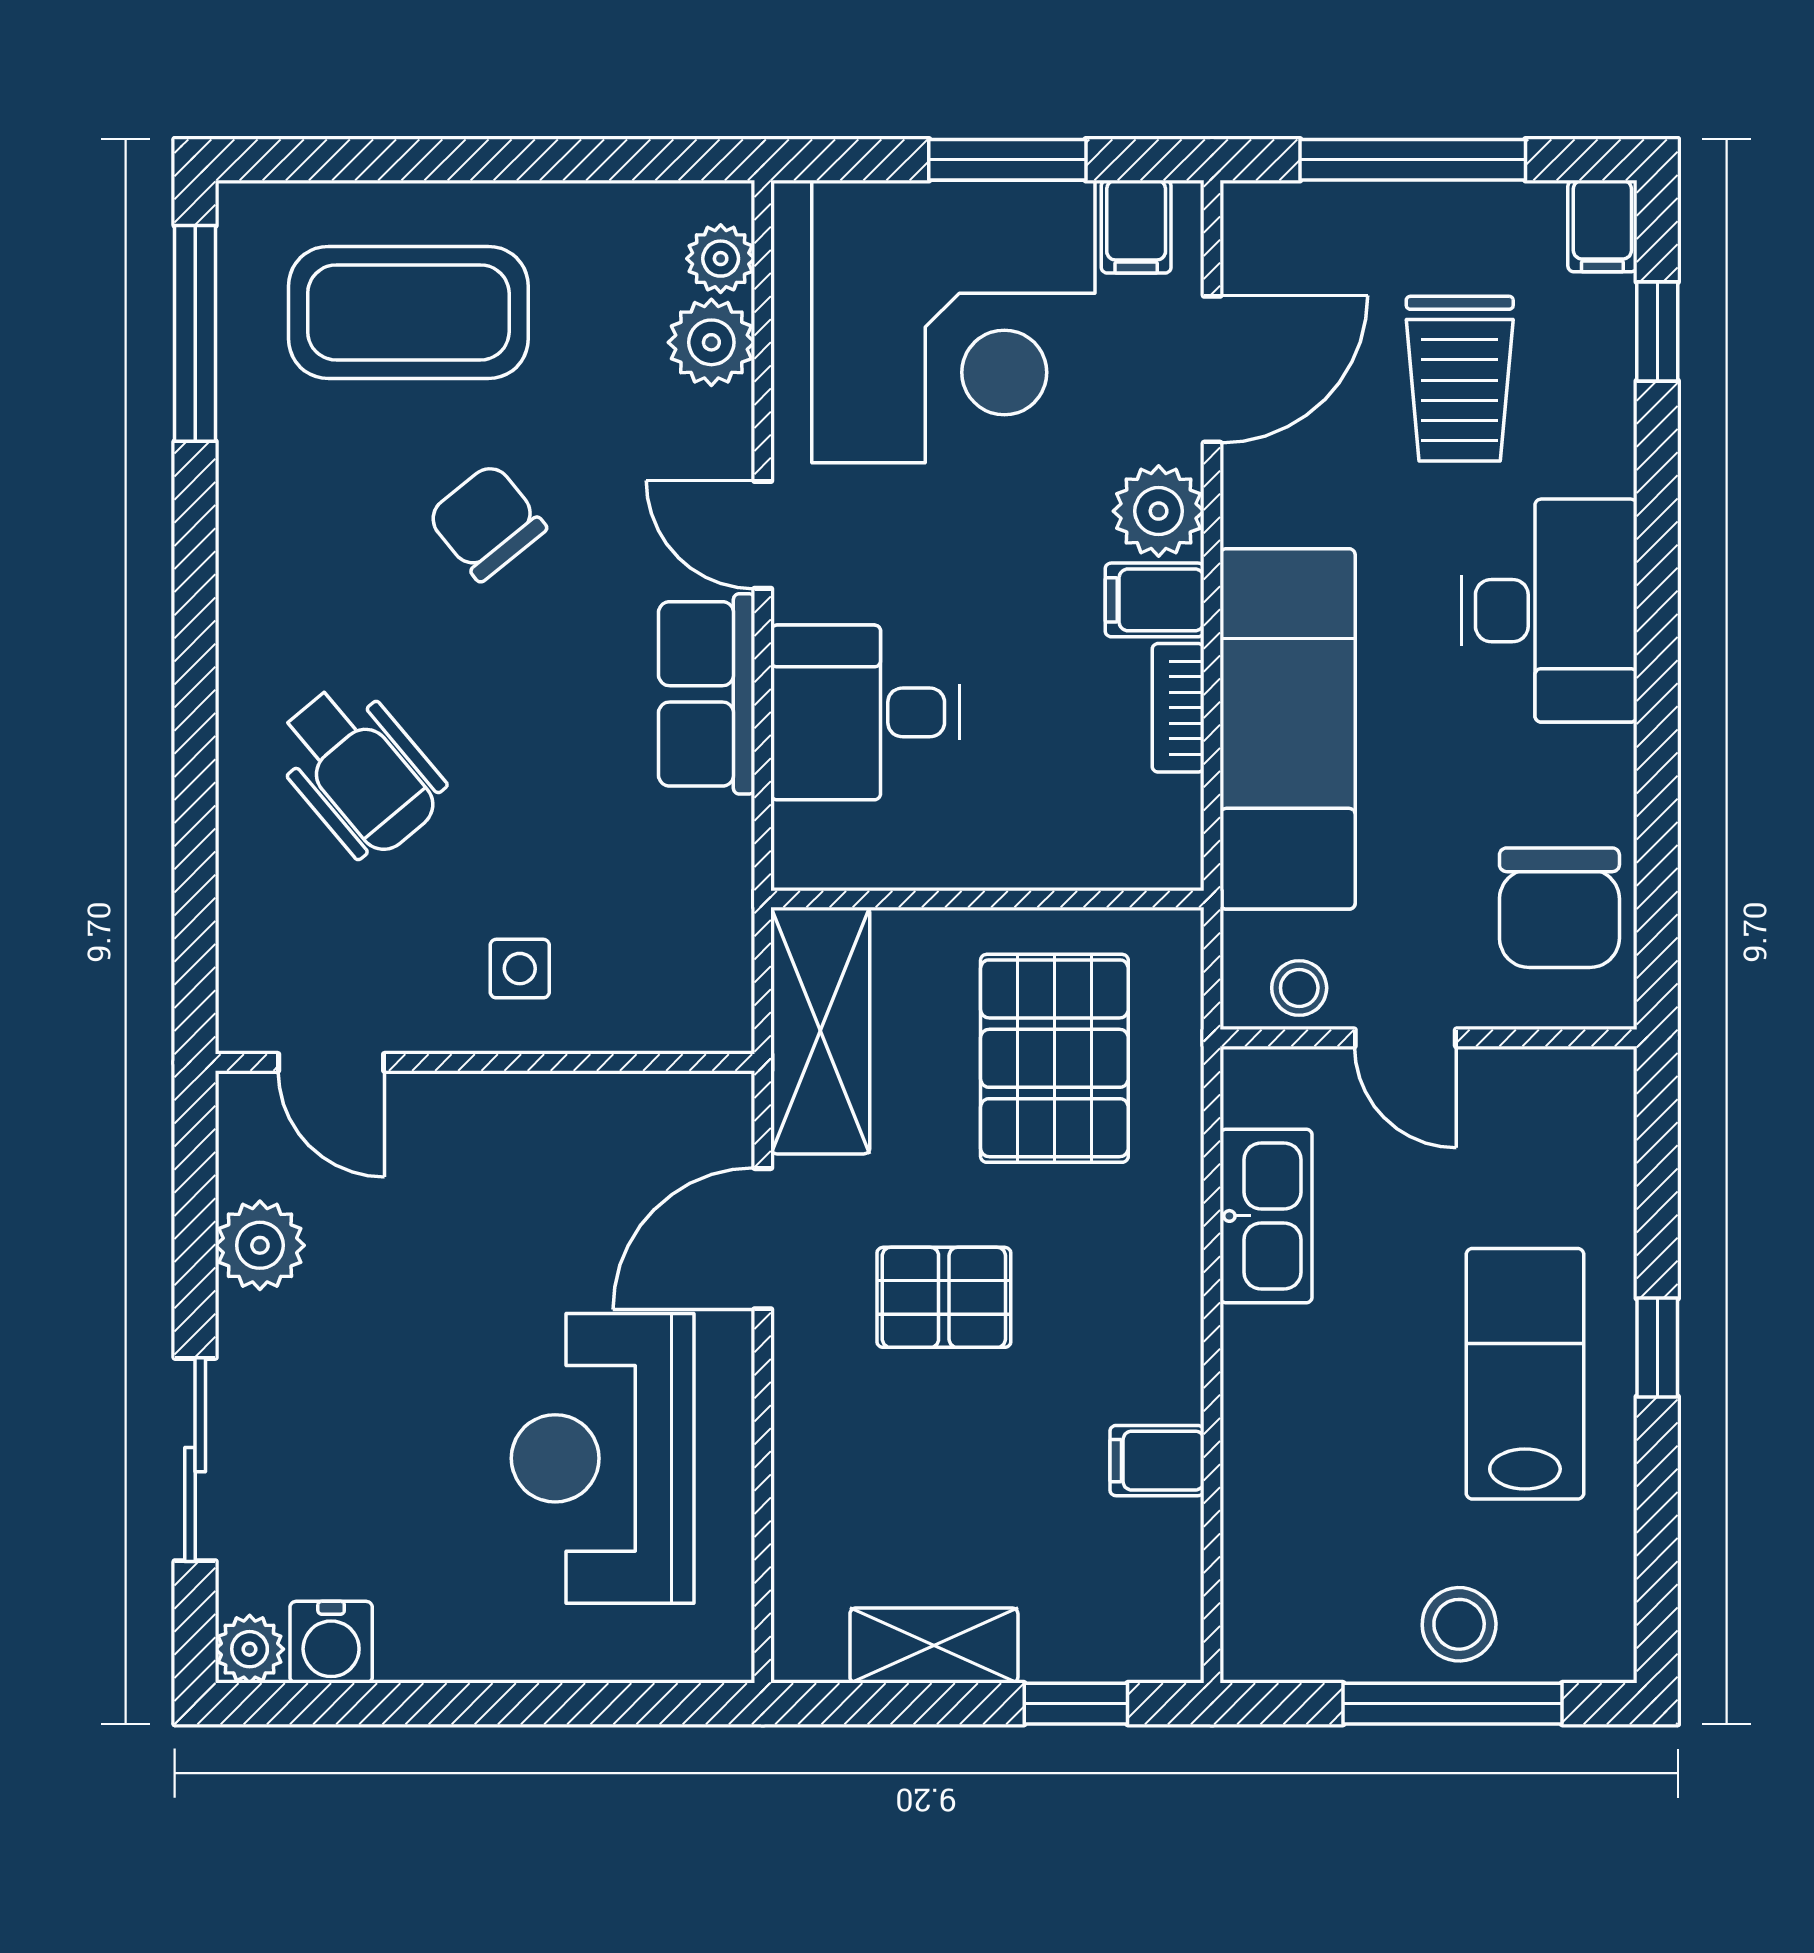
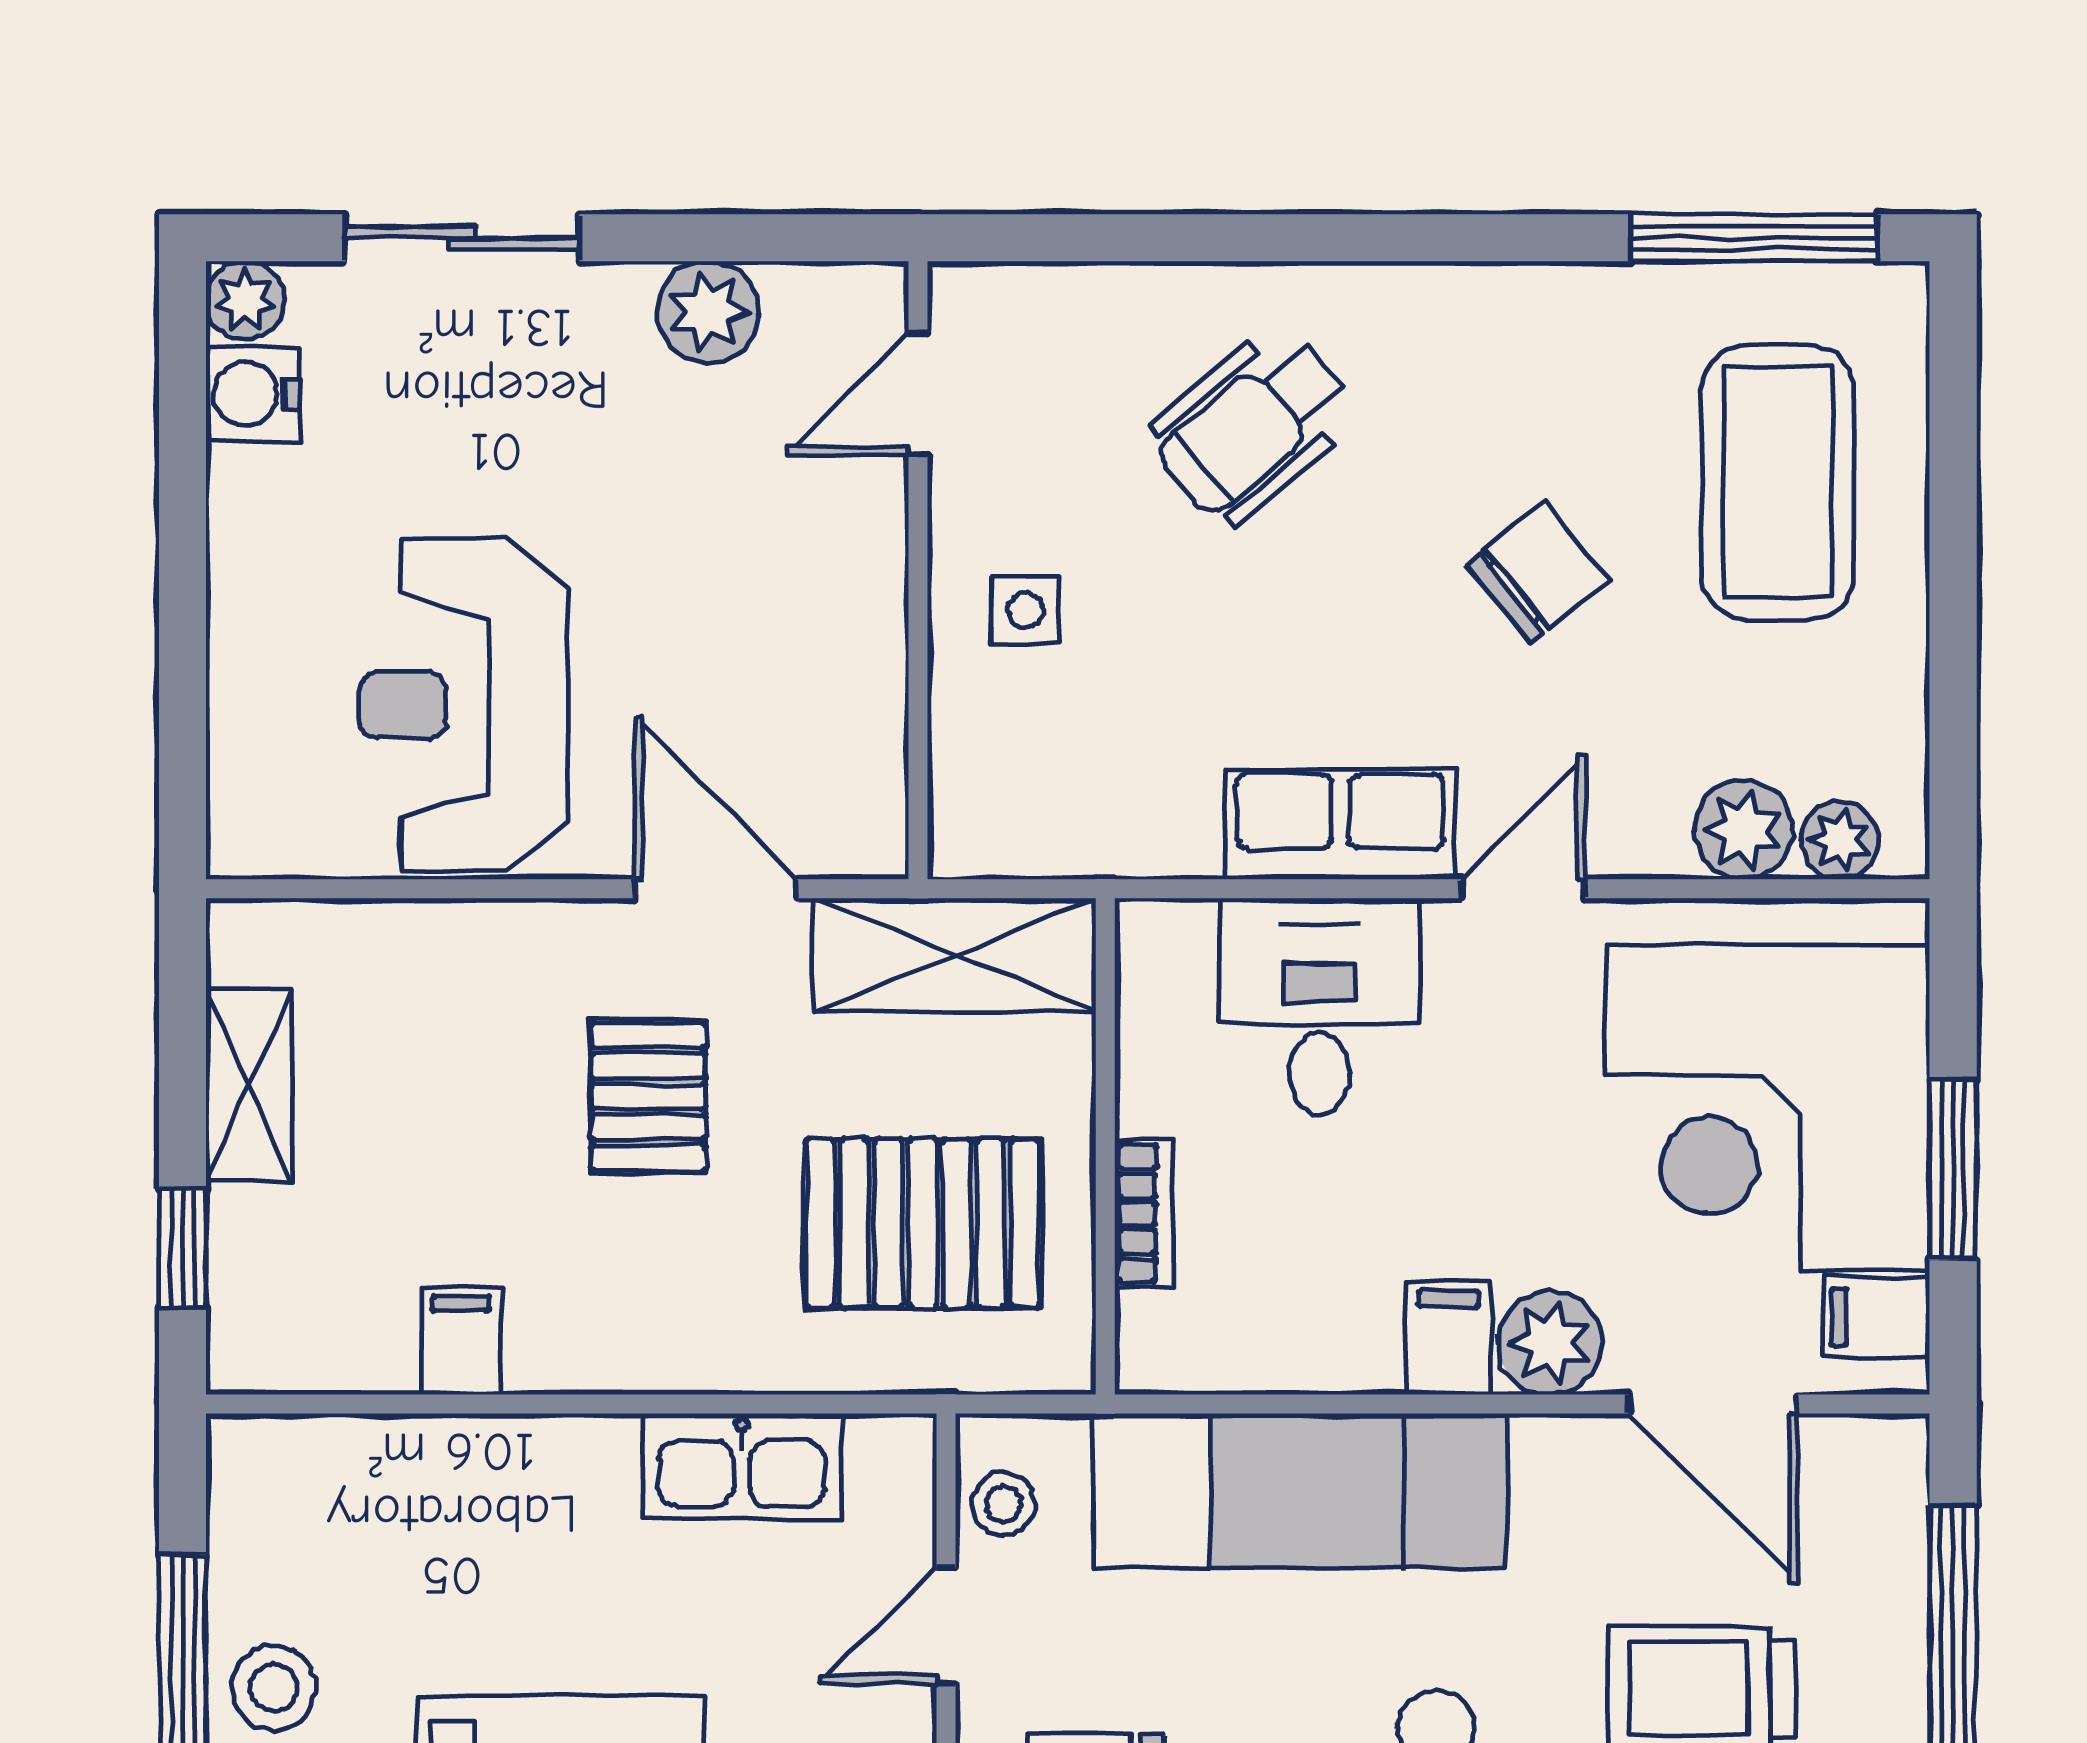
bookcase: (1178, 708) -> (1144, 1213), moved, turned 90
reception desk: (603, 1458) -> (464, 705), turned -90

